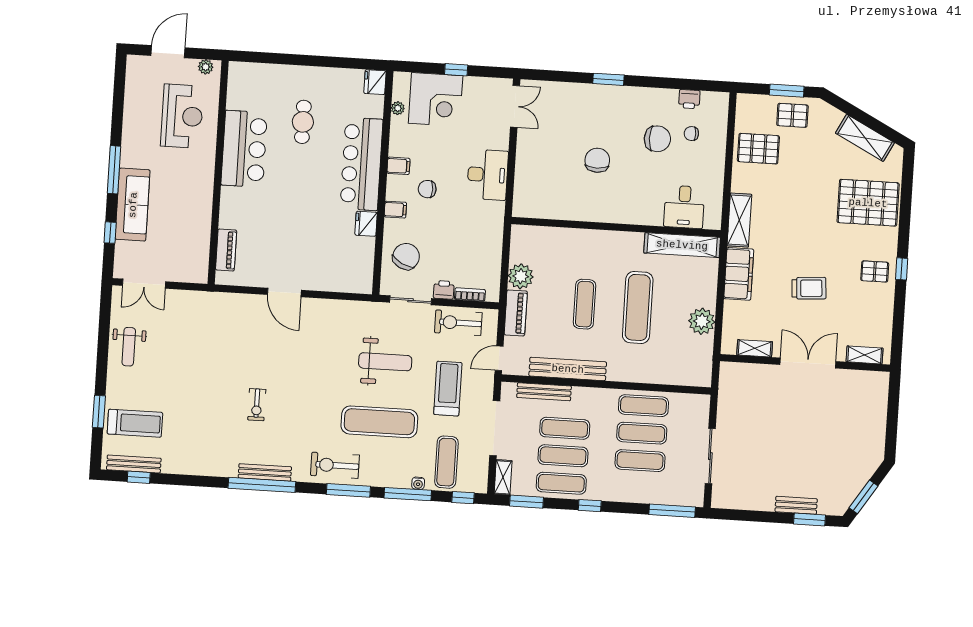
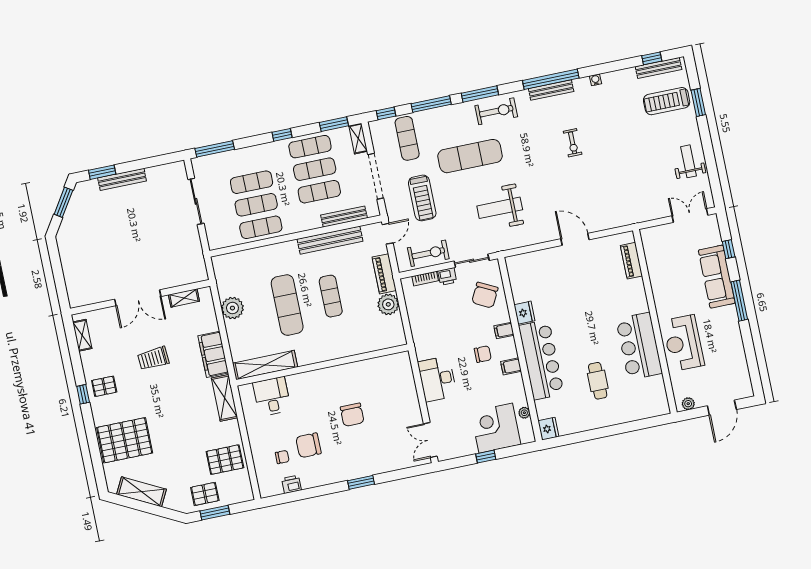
reception desk: (182, 116) -> (683, 343), moved
shelving: (865, 355) -> (82, 335), moved, turned 90
weight bench: (385, 362) -> (500, 208), moved
exercise bike: (257, 405) -> (573, 143), turned 180
water cooler: (418, 483) -> (595, 80), moved
bench: (796, 505) -> (122, 179), width x1.36

